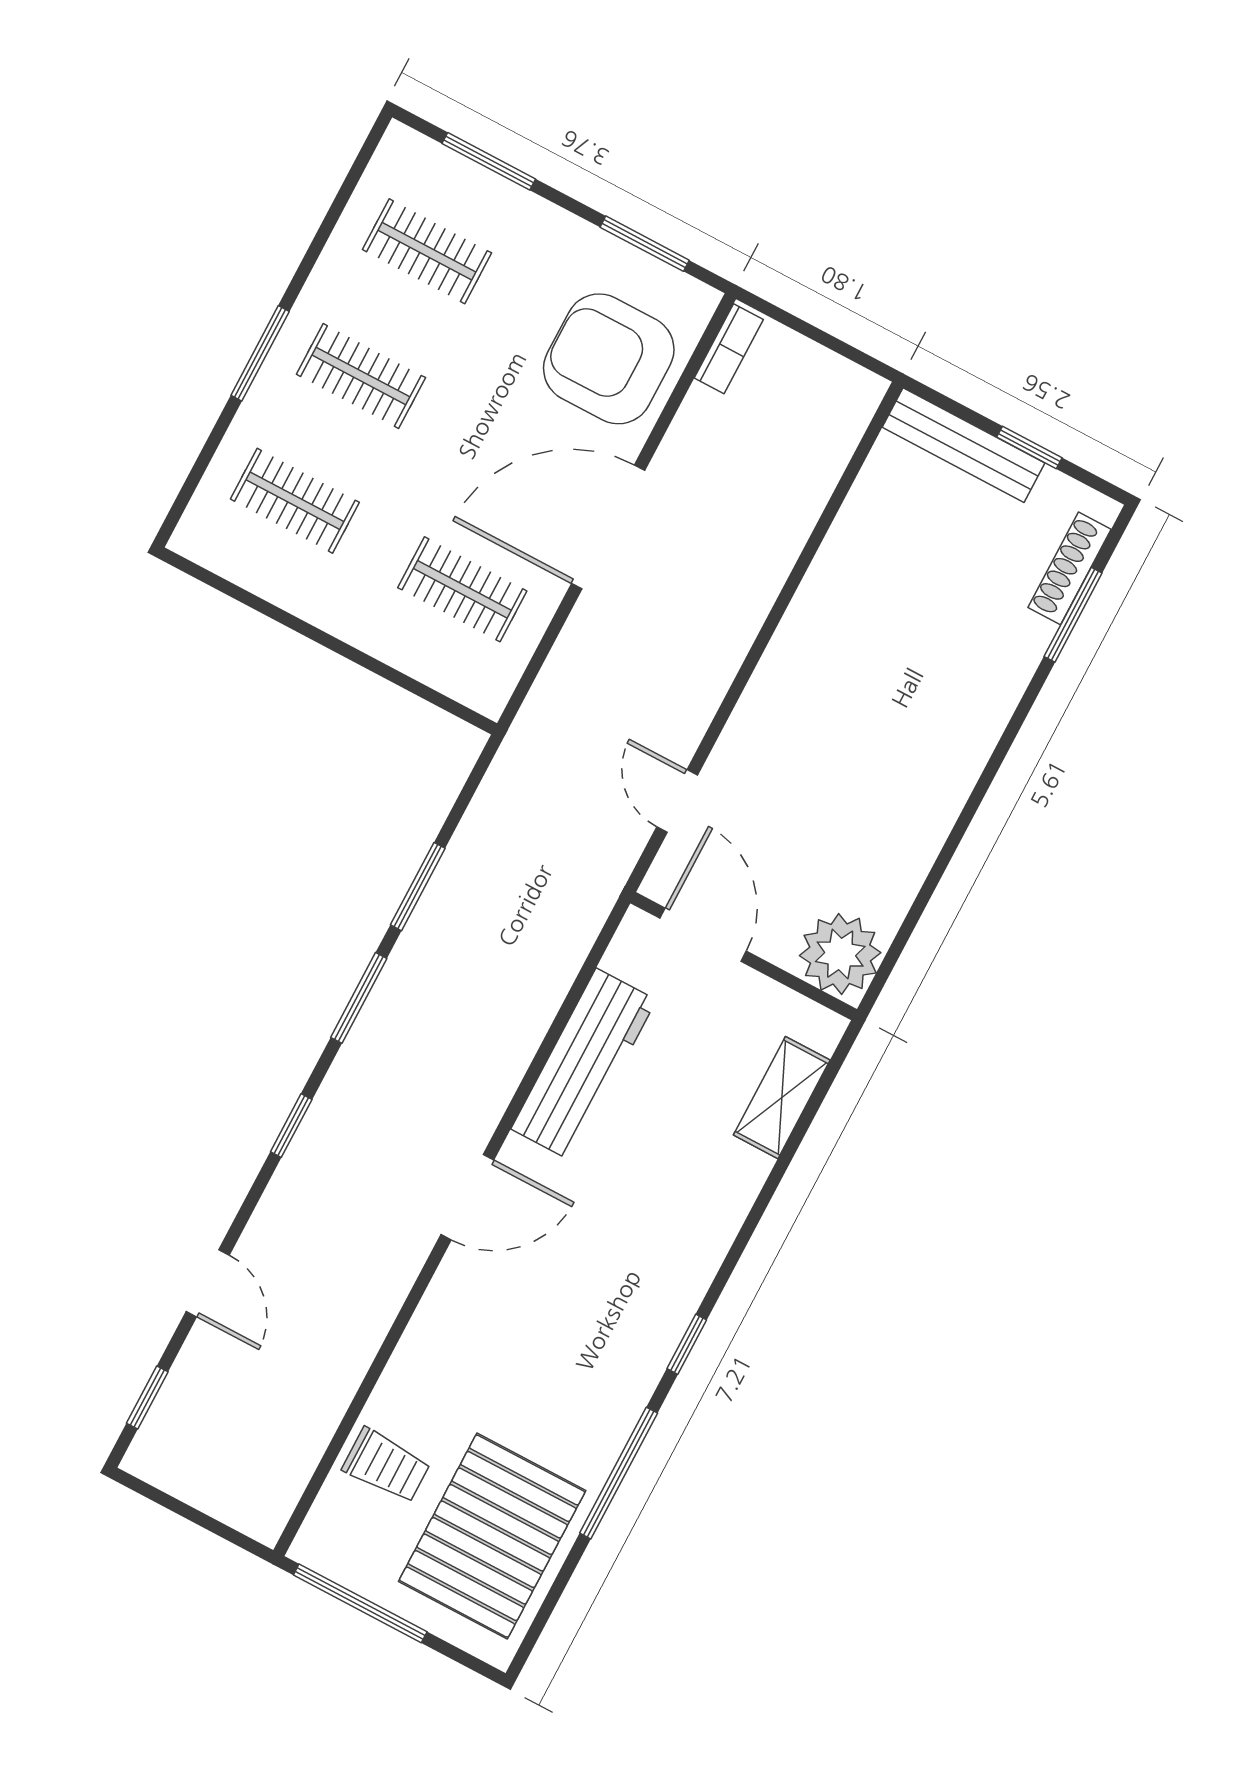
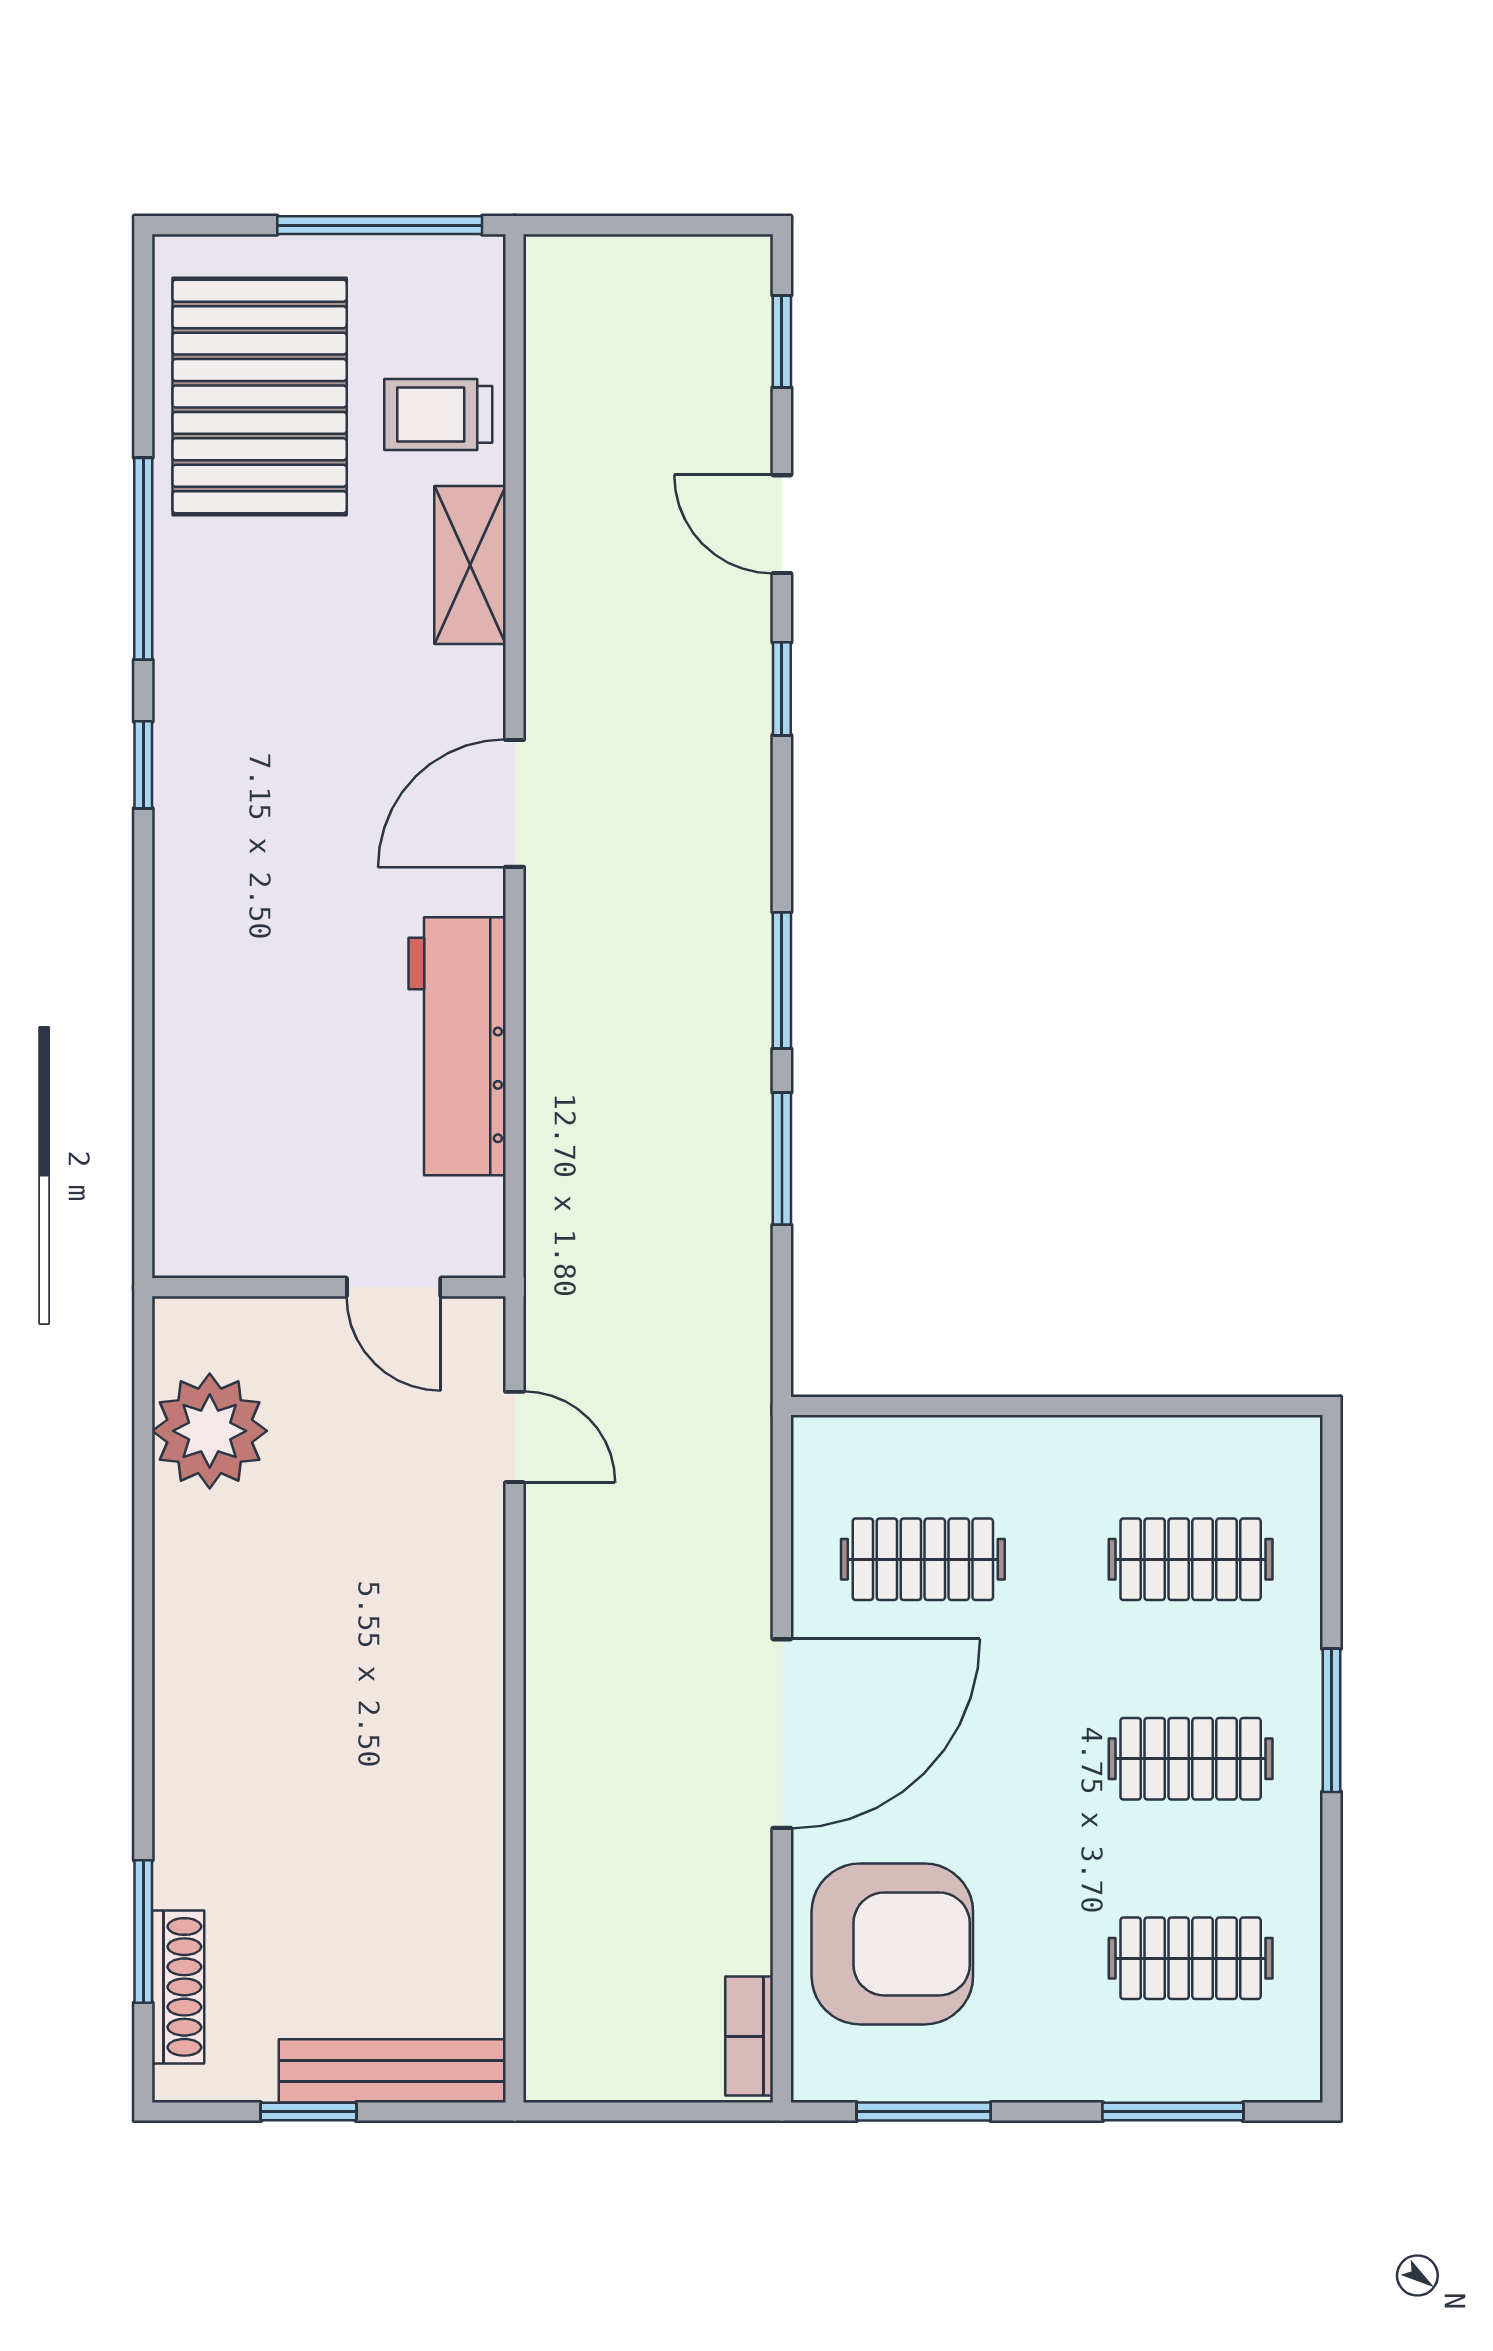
door: (703, 935) -> (394, 1287), width x0.73
plant: (840, 954) -> (210, 1431), moved
shelving: (782, 1098) -> (470, 565), moved
window: (291, 1126) -> (782, 689), moved

